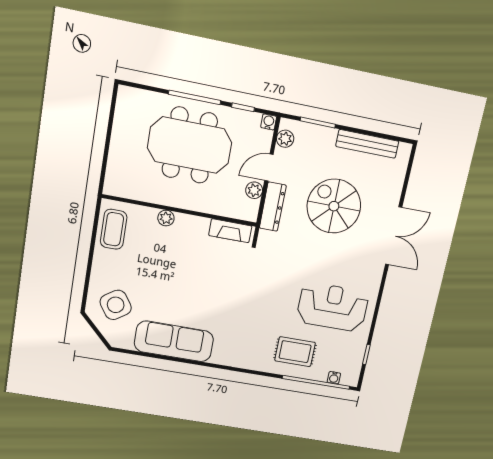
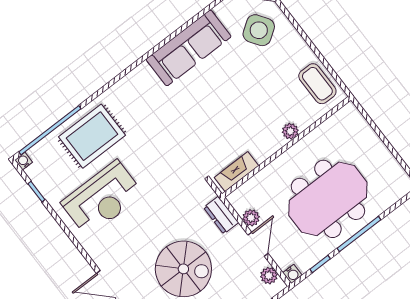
dresser: (273, 207) -> (221, 215), width x0.70
rug: (295, 352) -> (92, 136), width x1.36, depth x1.43
water cooler: (334, 378) -> (24, 161), moved

